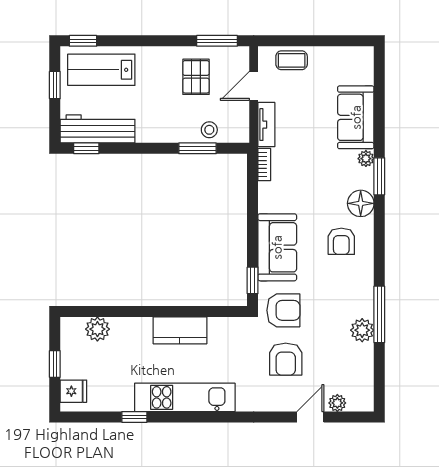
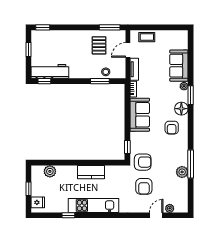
lab bench: (101, 70) -> (52, 42), removed
sofa: (277, 247) -> (140, 115), moved

